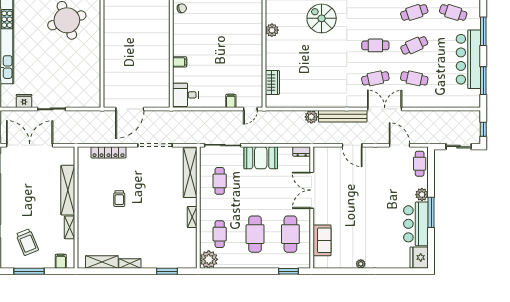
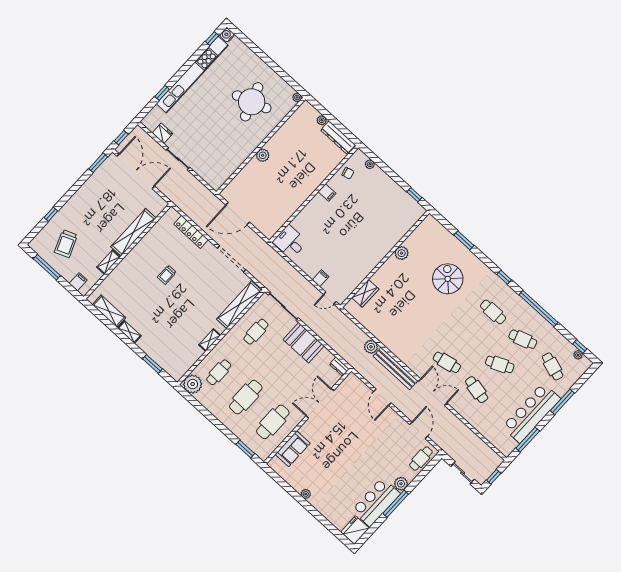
cafe table: (375, 45) -> (493, 312), moved
plant: (110, 51) -> (263, 155), added
filing cabinet: (180, 62) -> (327, 192), moved

